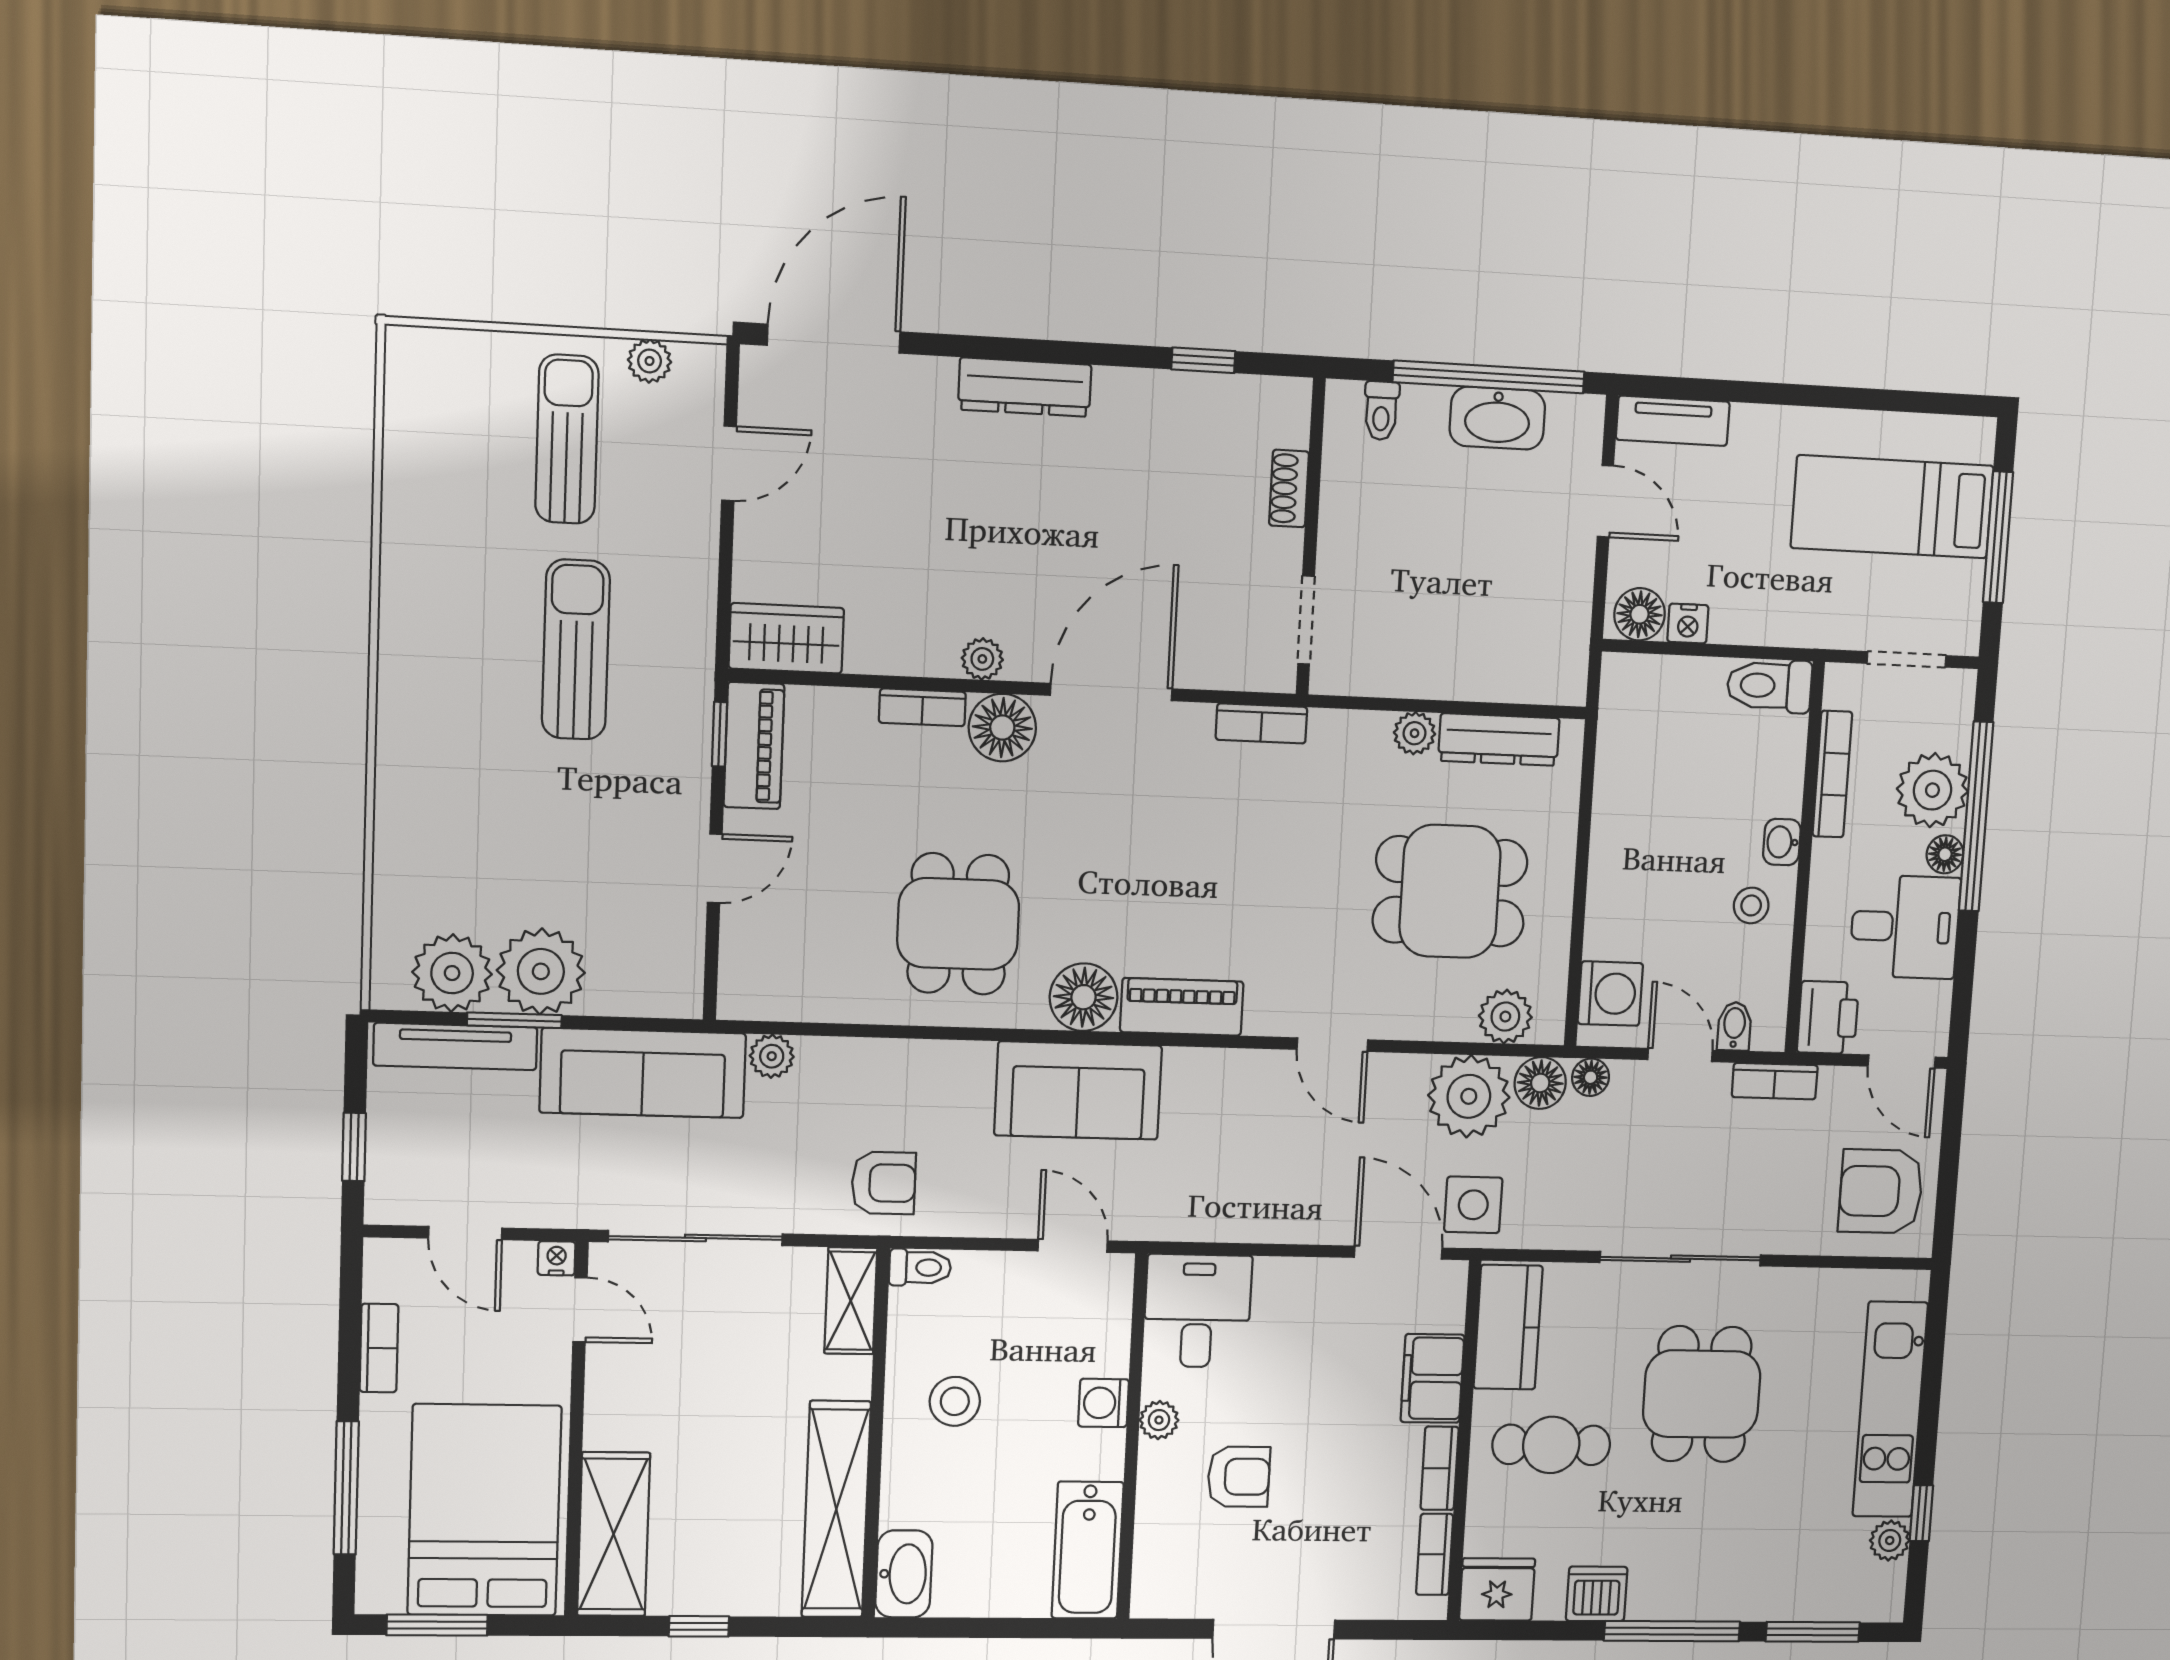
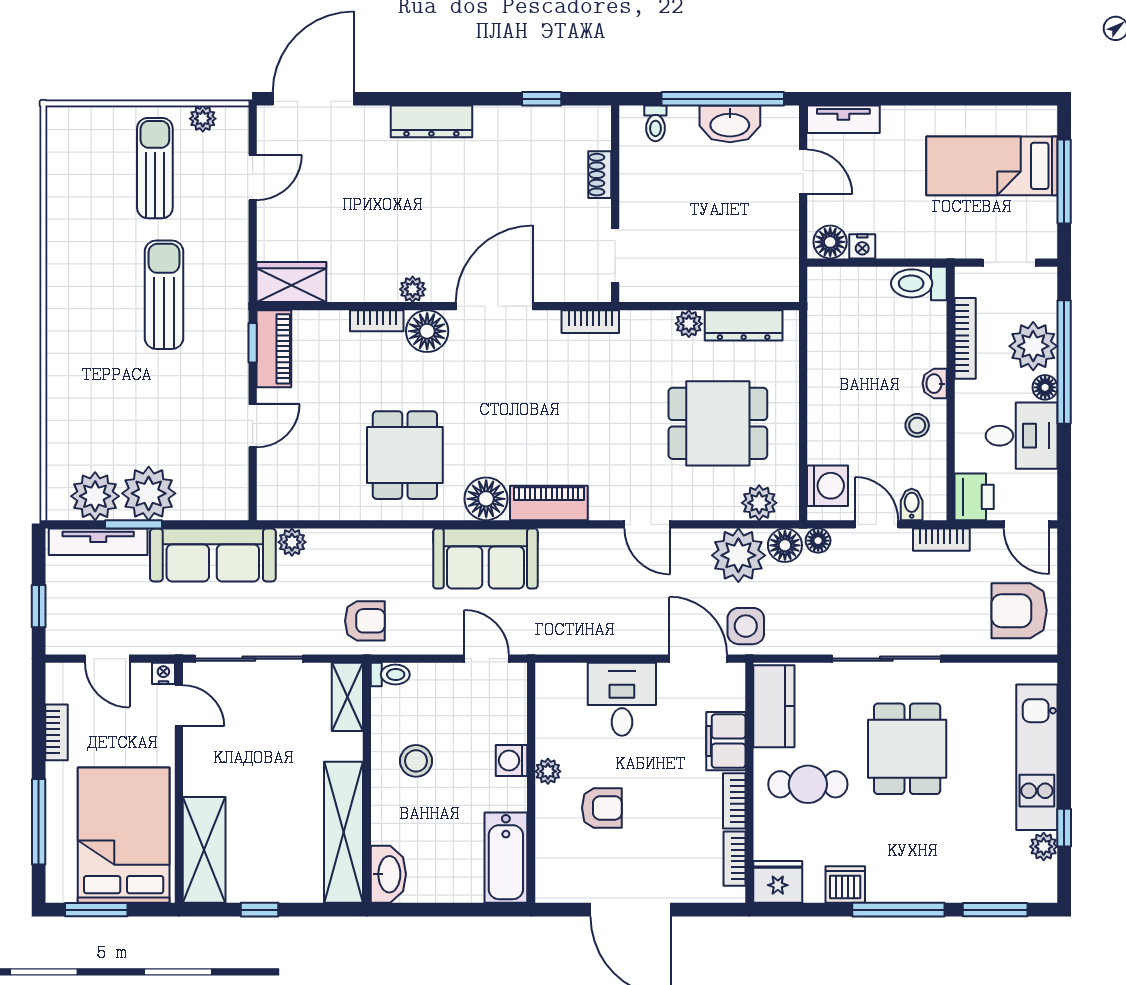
desk: (1197, 1311) -> (622, 699), moved

